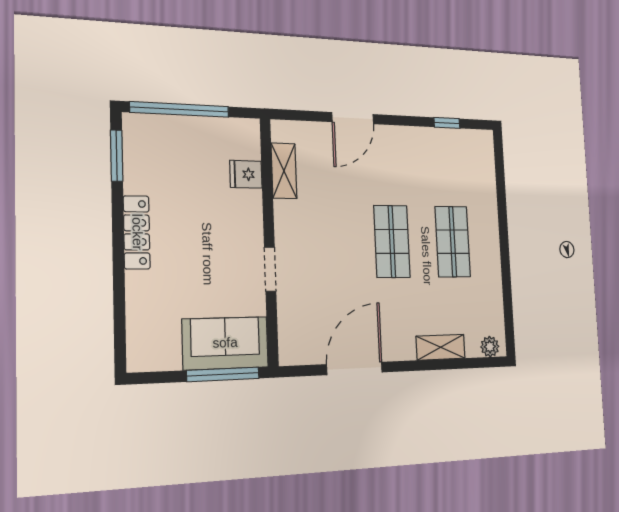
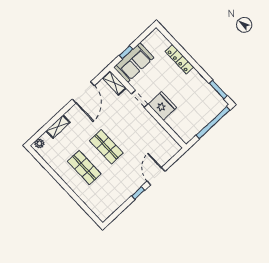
window: (447, 123) -> (138, 193), moved
shelving: (284, 171) -> (114, 83), moved
fridge: (246, 174) -> (162, 106), moved, width x1.88, depth x1.34
locker: (137, 232) -> (179, 59), moved
window: (223, 374) -> (126, 52), width x0.46

